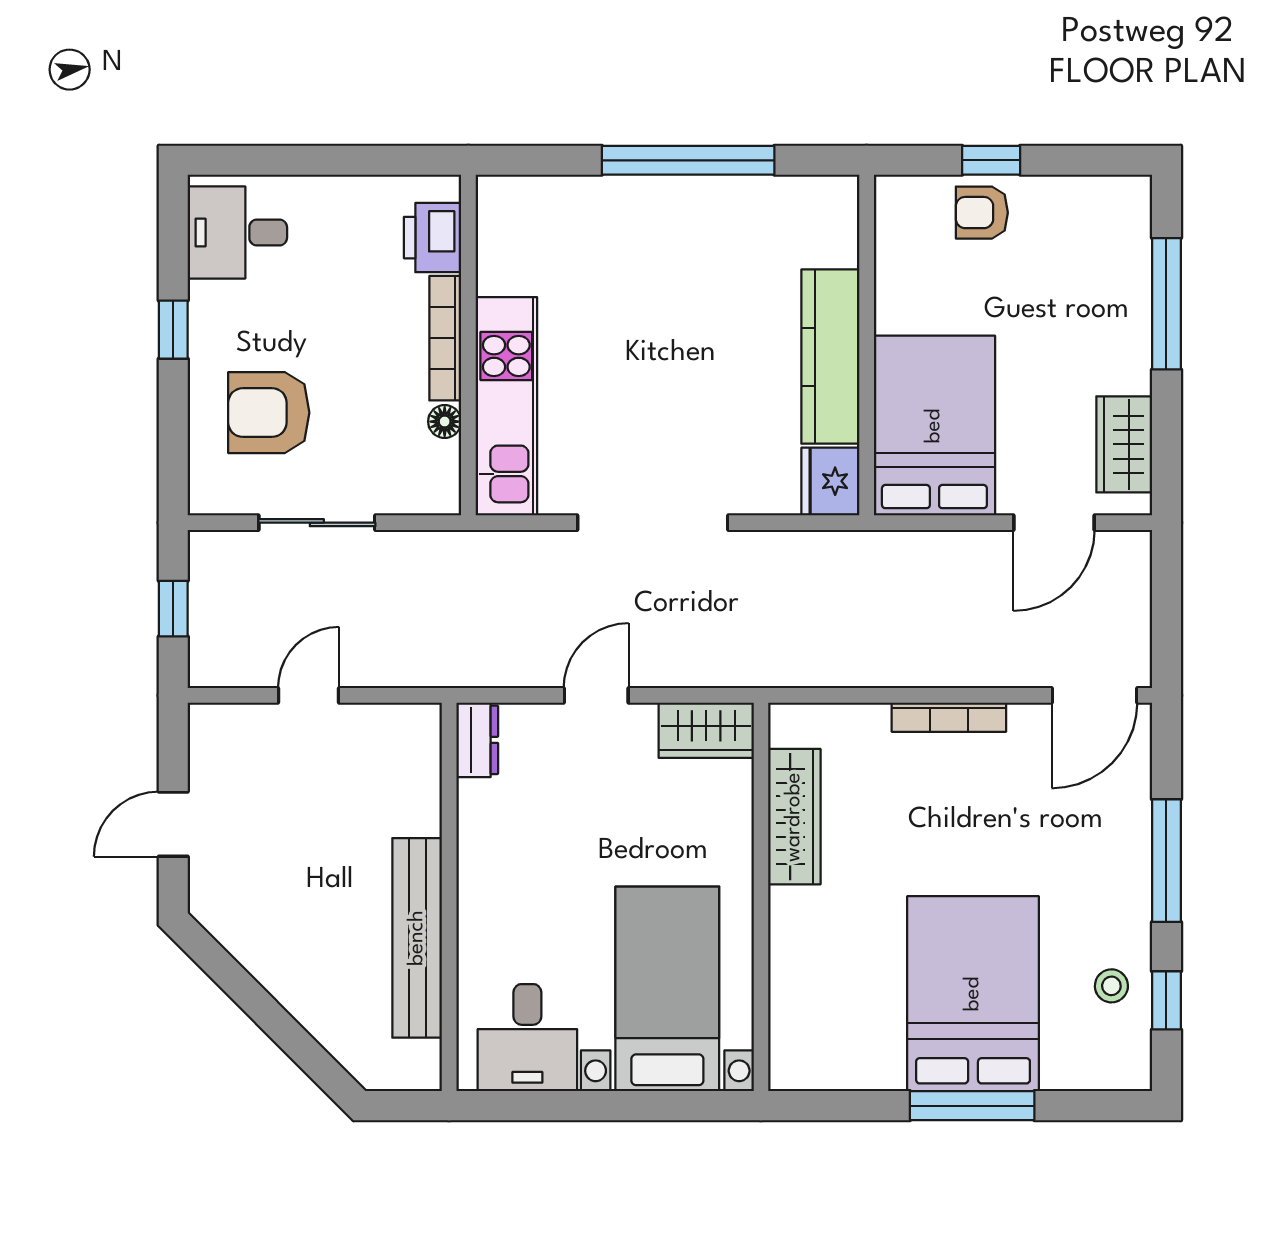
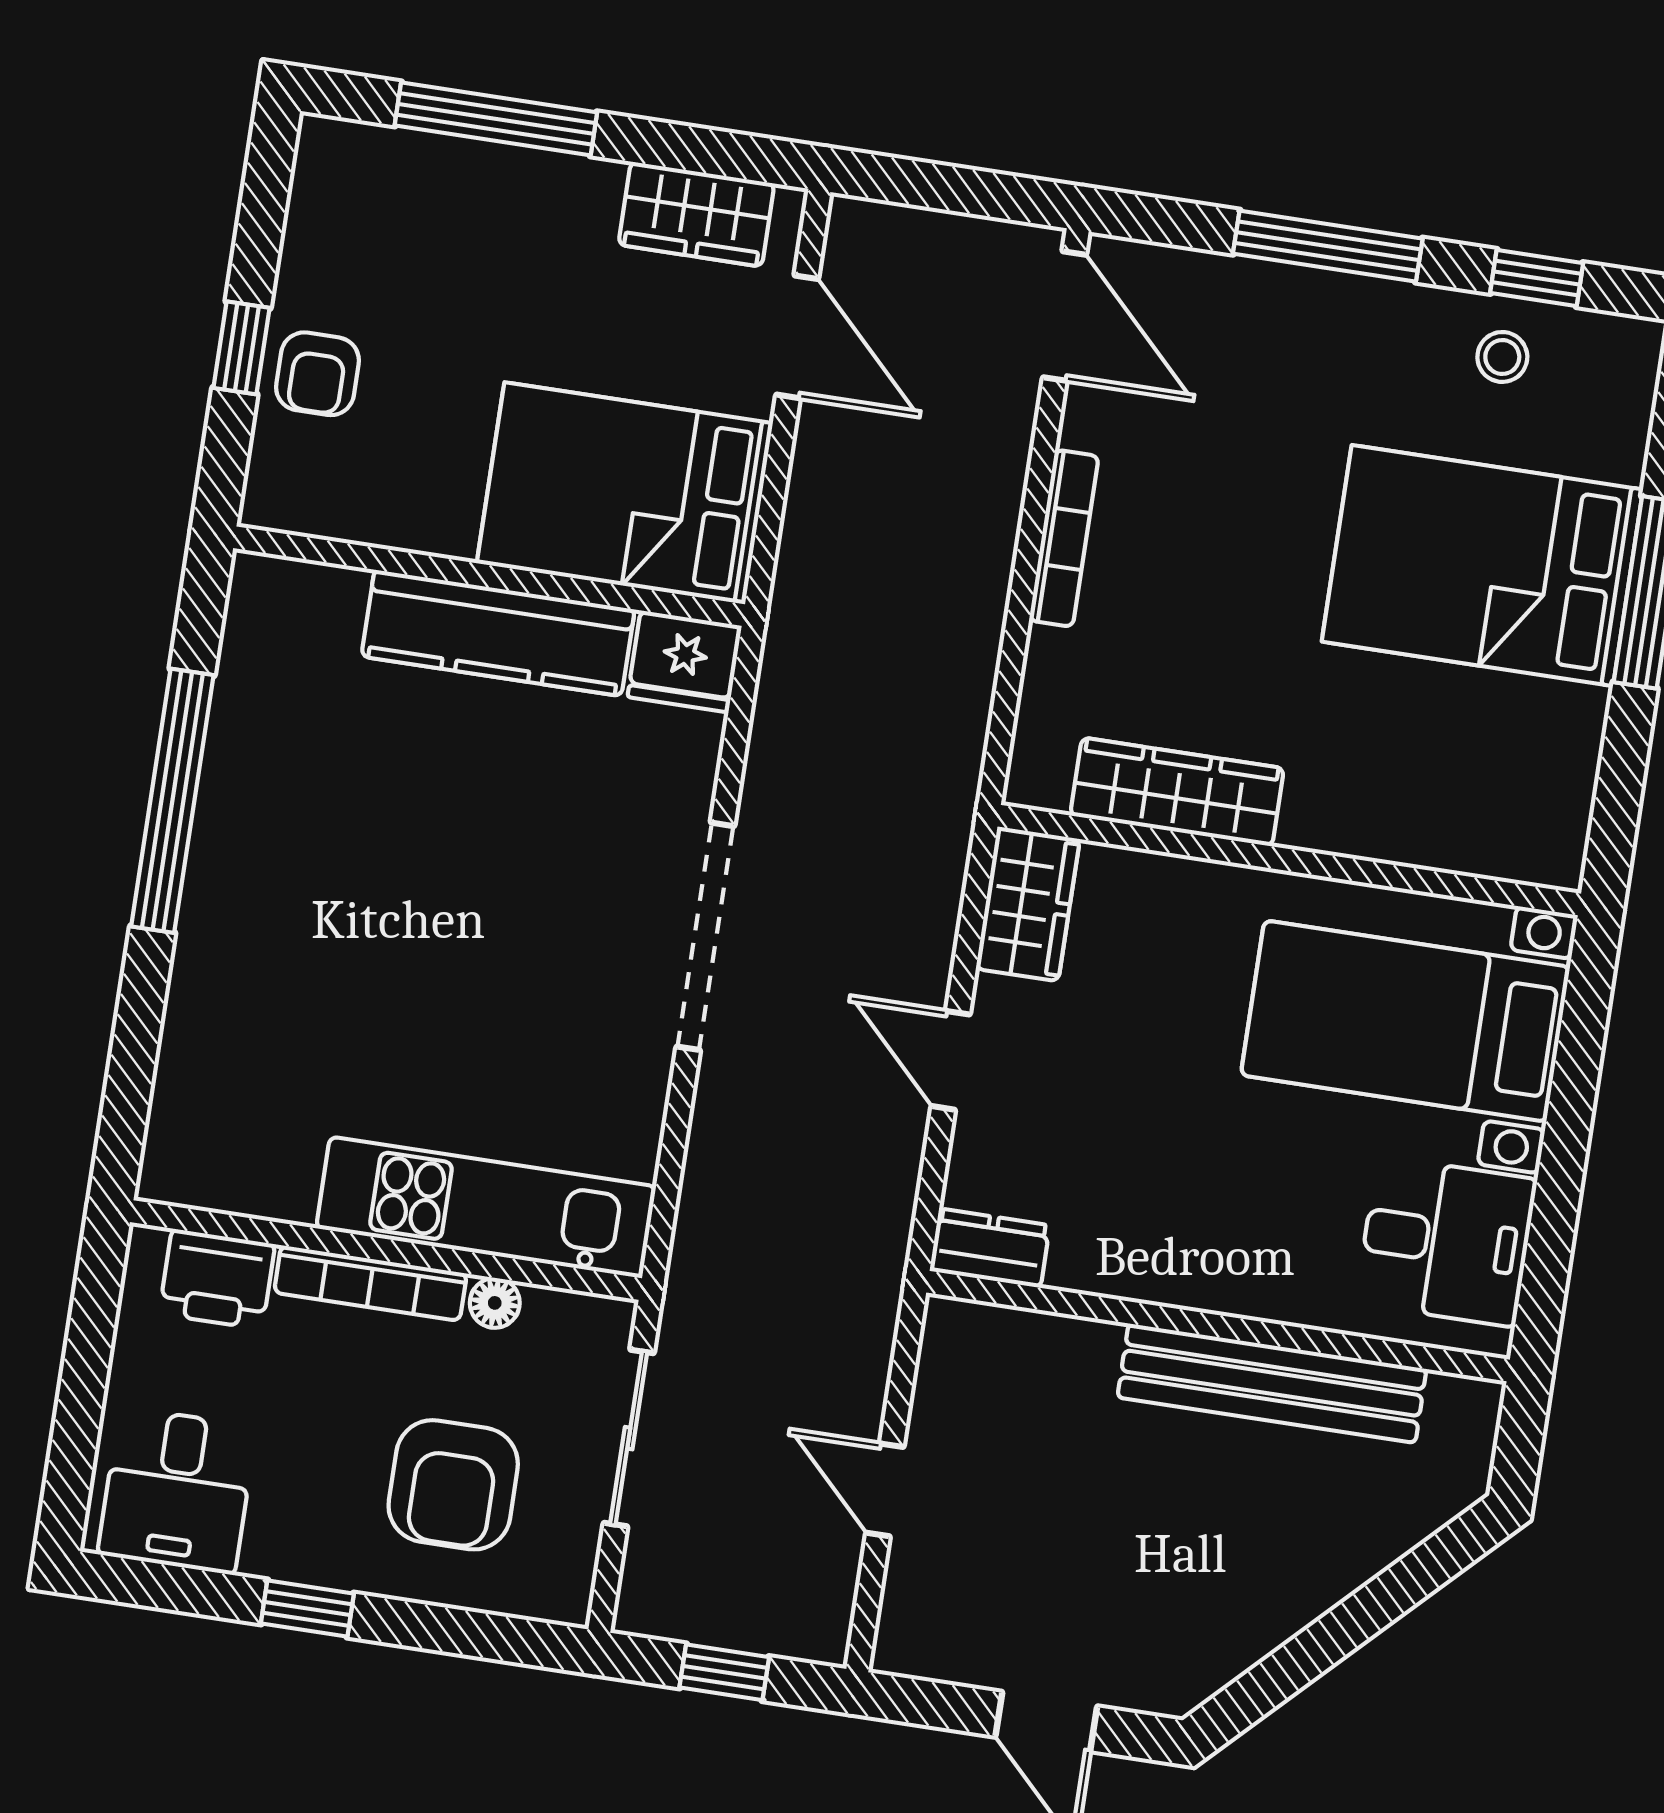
printer: (433, 238) -> (217, 1279), moved
bookcase: (445, 338) -> (370, 1283), moved
wall: (468, 345) -> (386, 1250), moved
kitchen unit: (506, 406) -> (486, 1207), moved
floor lamp: (445, 422) -> (495, 1303), moved

